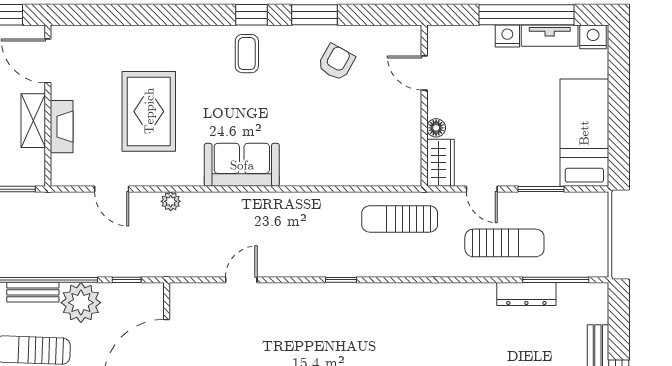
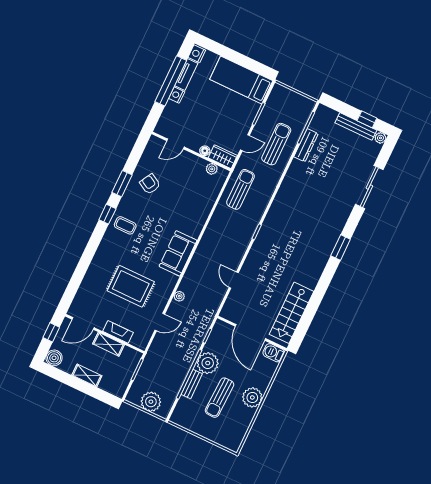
plant: (411, 154) -> (212, 169), added
sun lounger: (400, 219) -> (241, 189), turned 180

